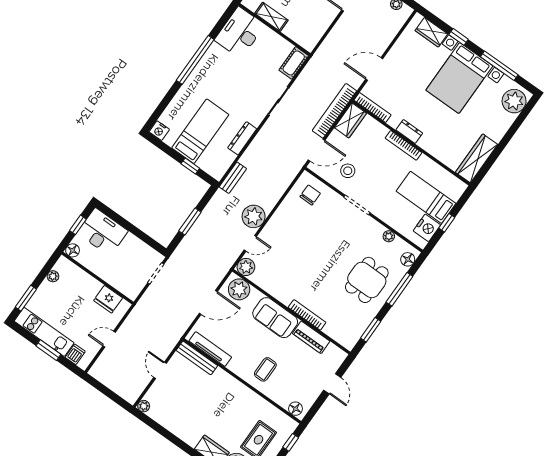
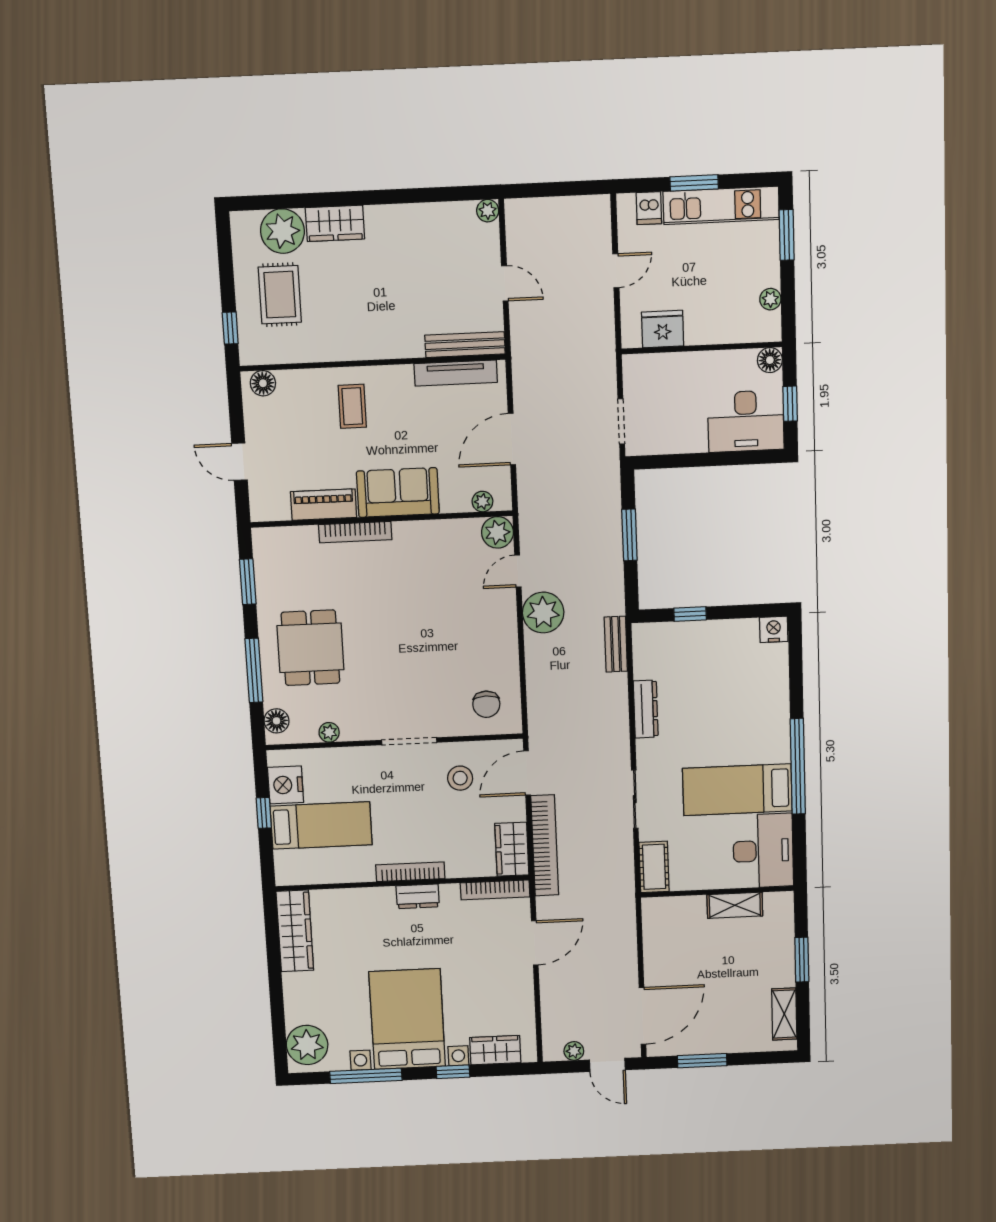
bed: (200, 131) -> (737, 790), moved, turned 90
plant: (239, 289) -> (482, 502), width x0.53, depth x0.53

